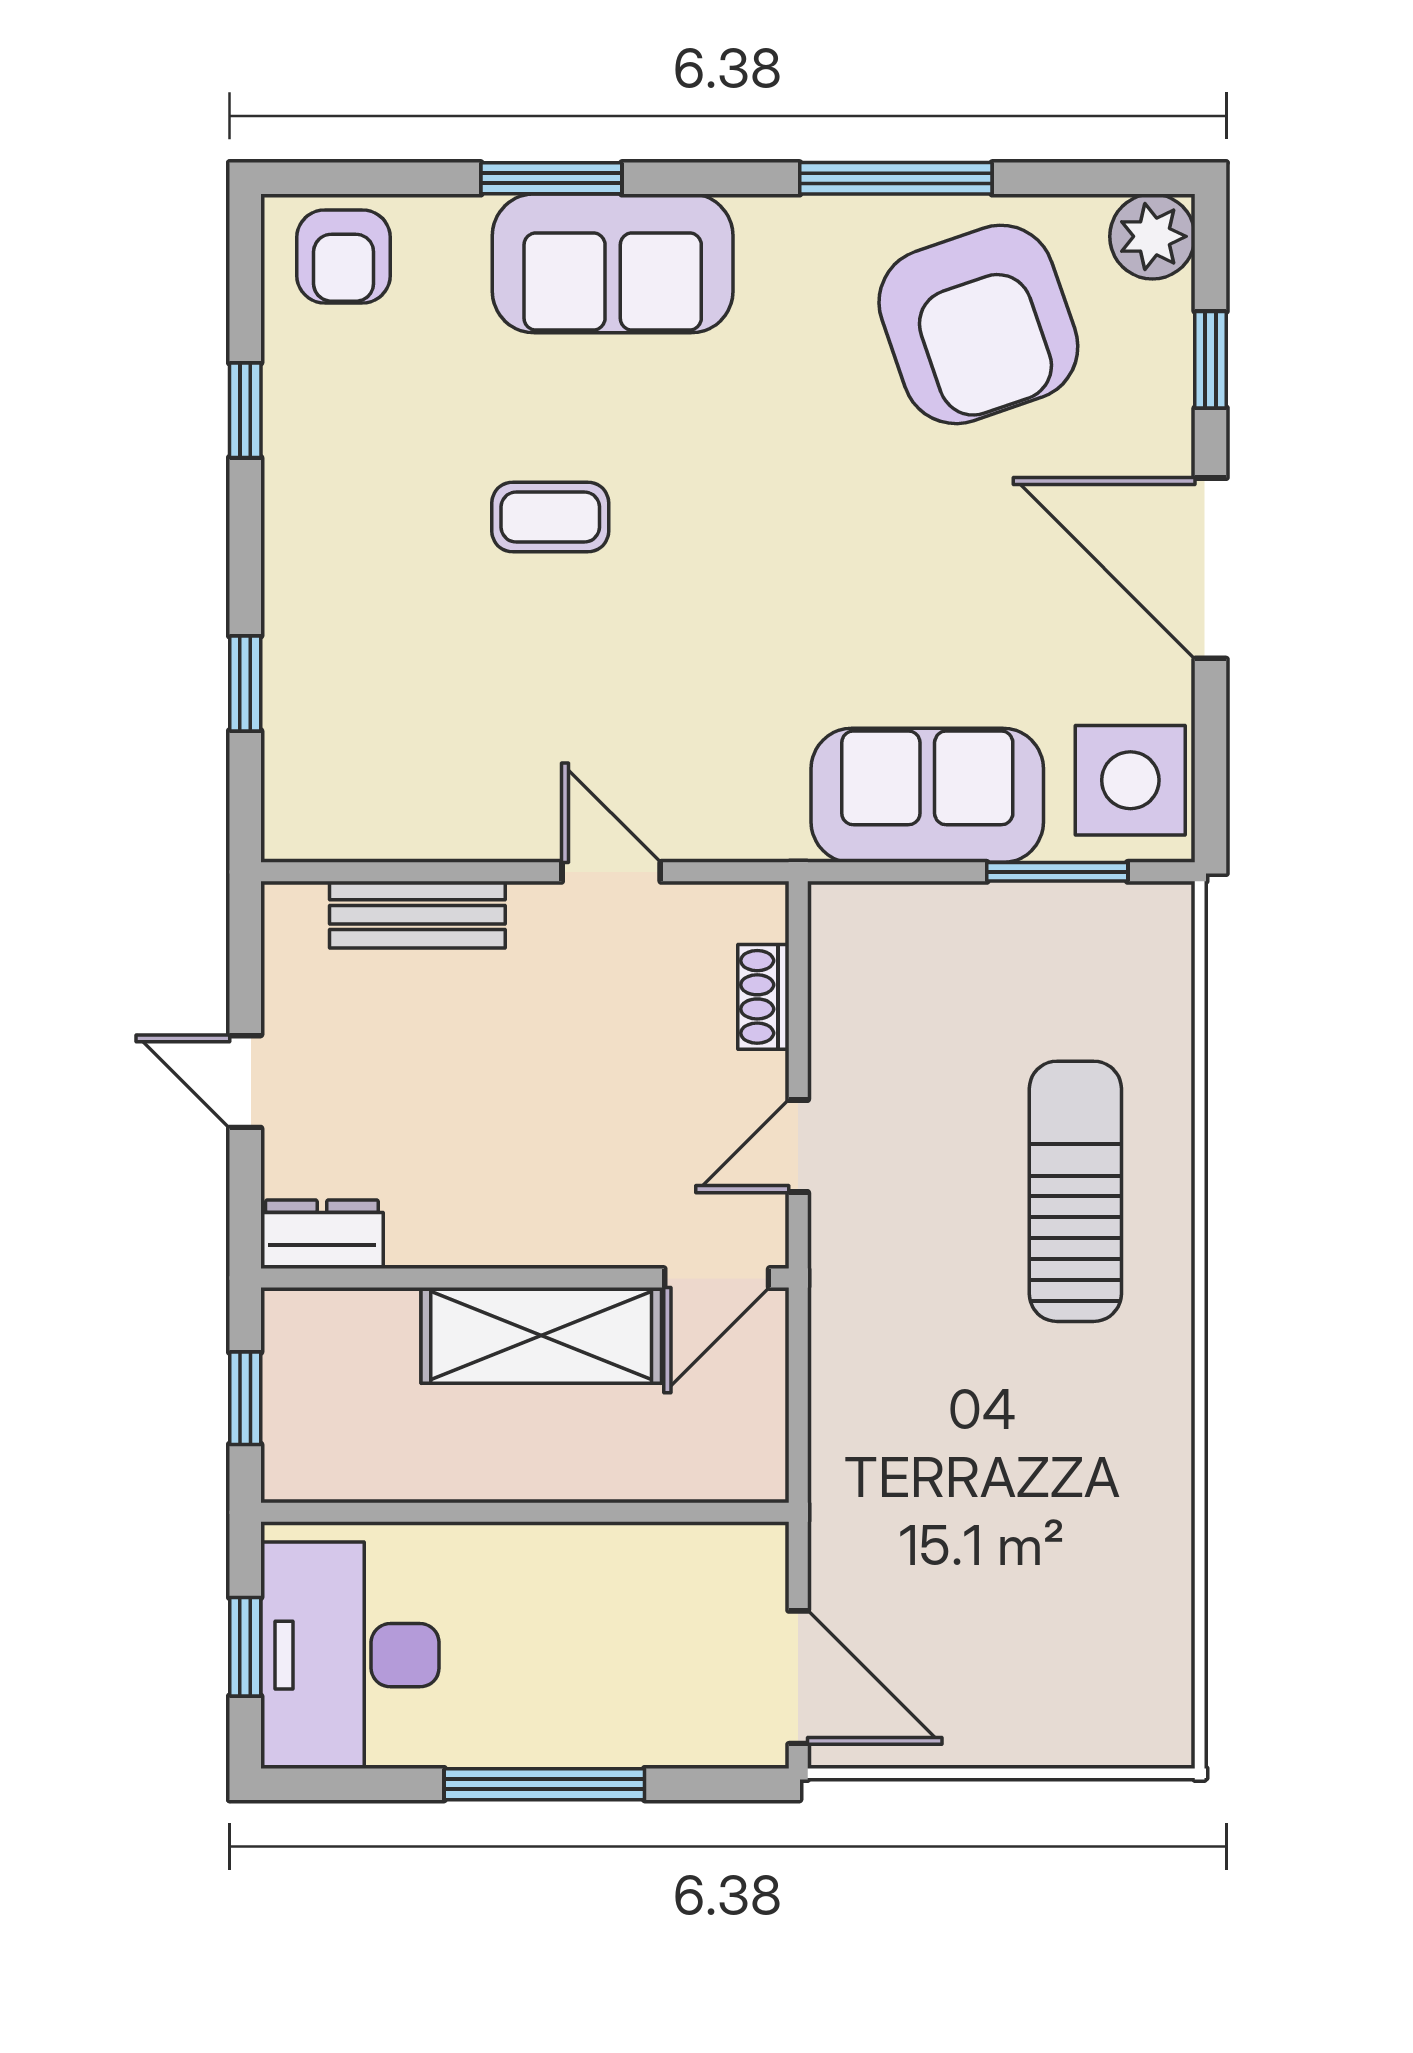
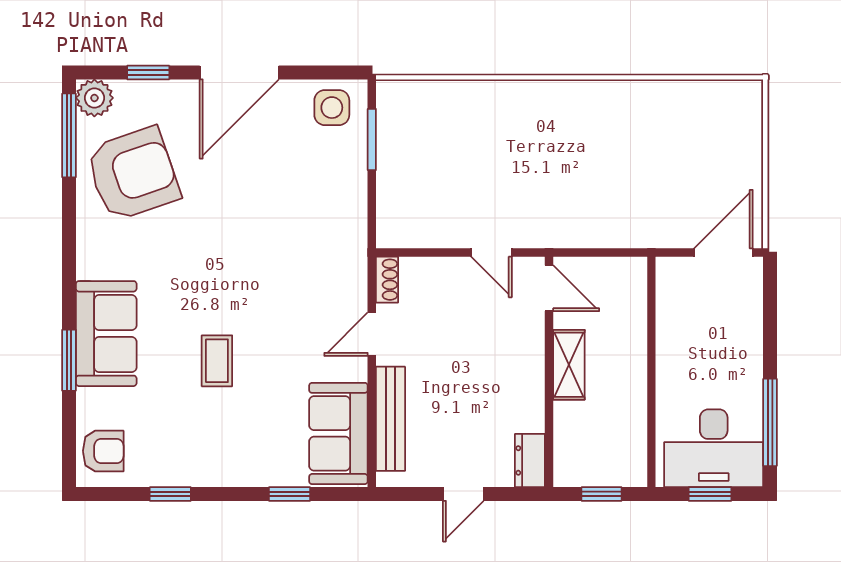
window: (896, 178) -> (69, 135), moved
side table: (1130, 780) -> (332, 108), width x0.73, depth x0.73
sofa: (927, 795) -> (338, 433), moved
bench: (417, 915) -> (390, 419), width x1.36
shoe rack: (763, 997) -> (387, 280), moved, turned -90
sun lounger: (1075, 1191) -> (511, 132), removed
shelving: (541, 1335) -> (569, 365), width x0.67, depth x0.75
window: (544, 1784) -> (770, 422), moved

